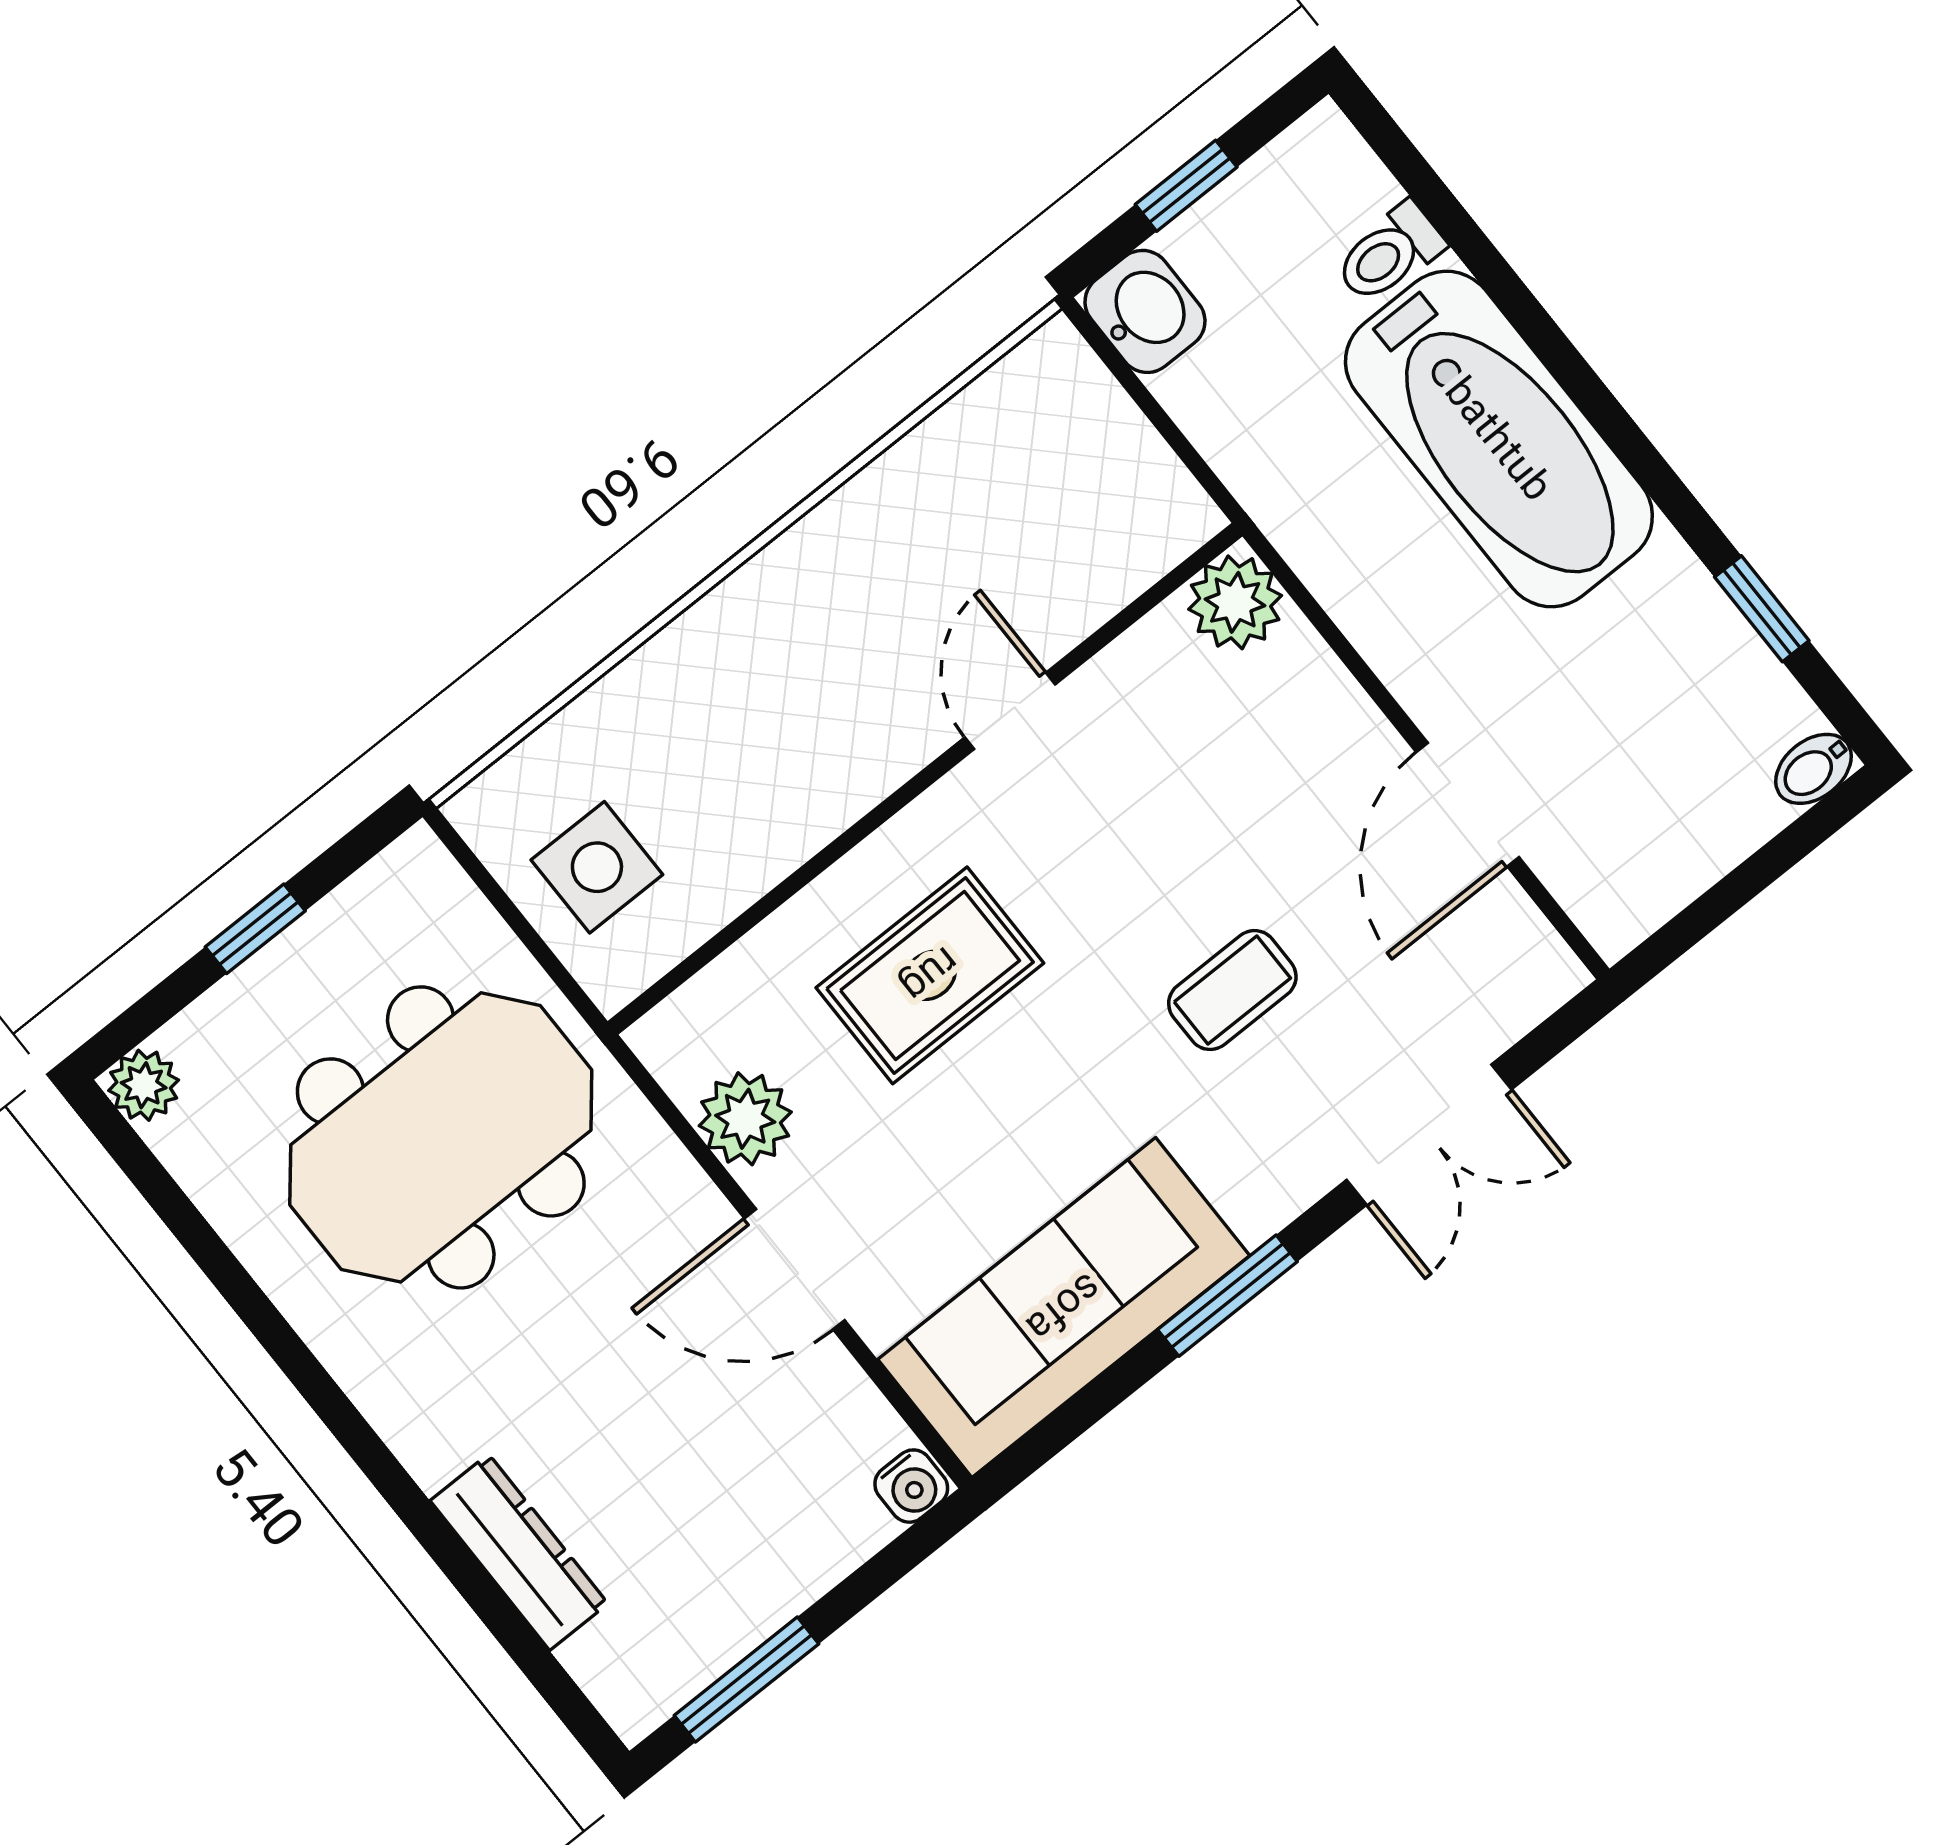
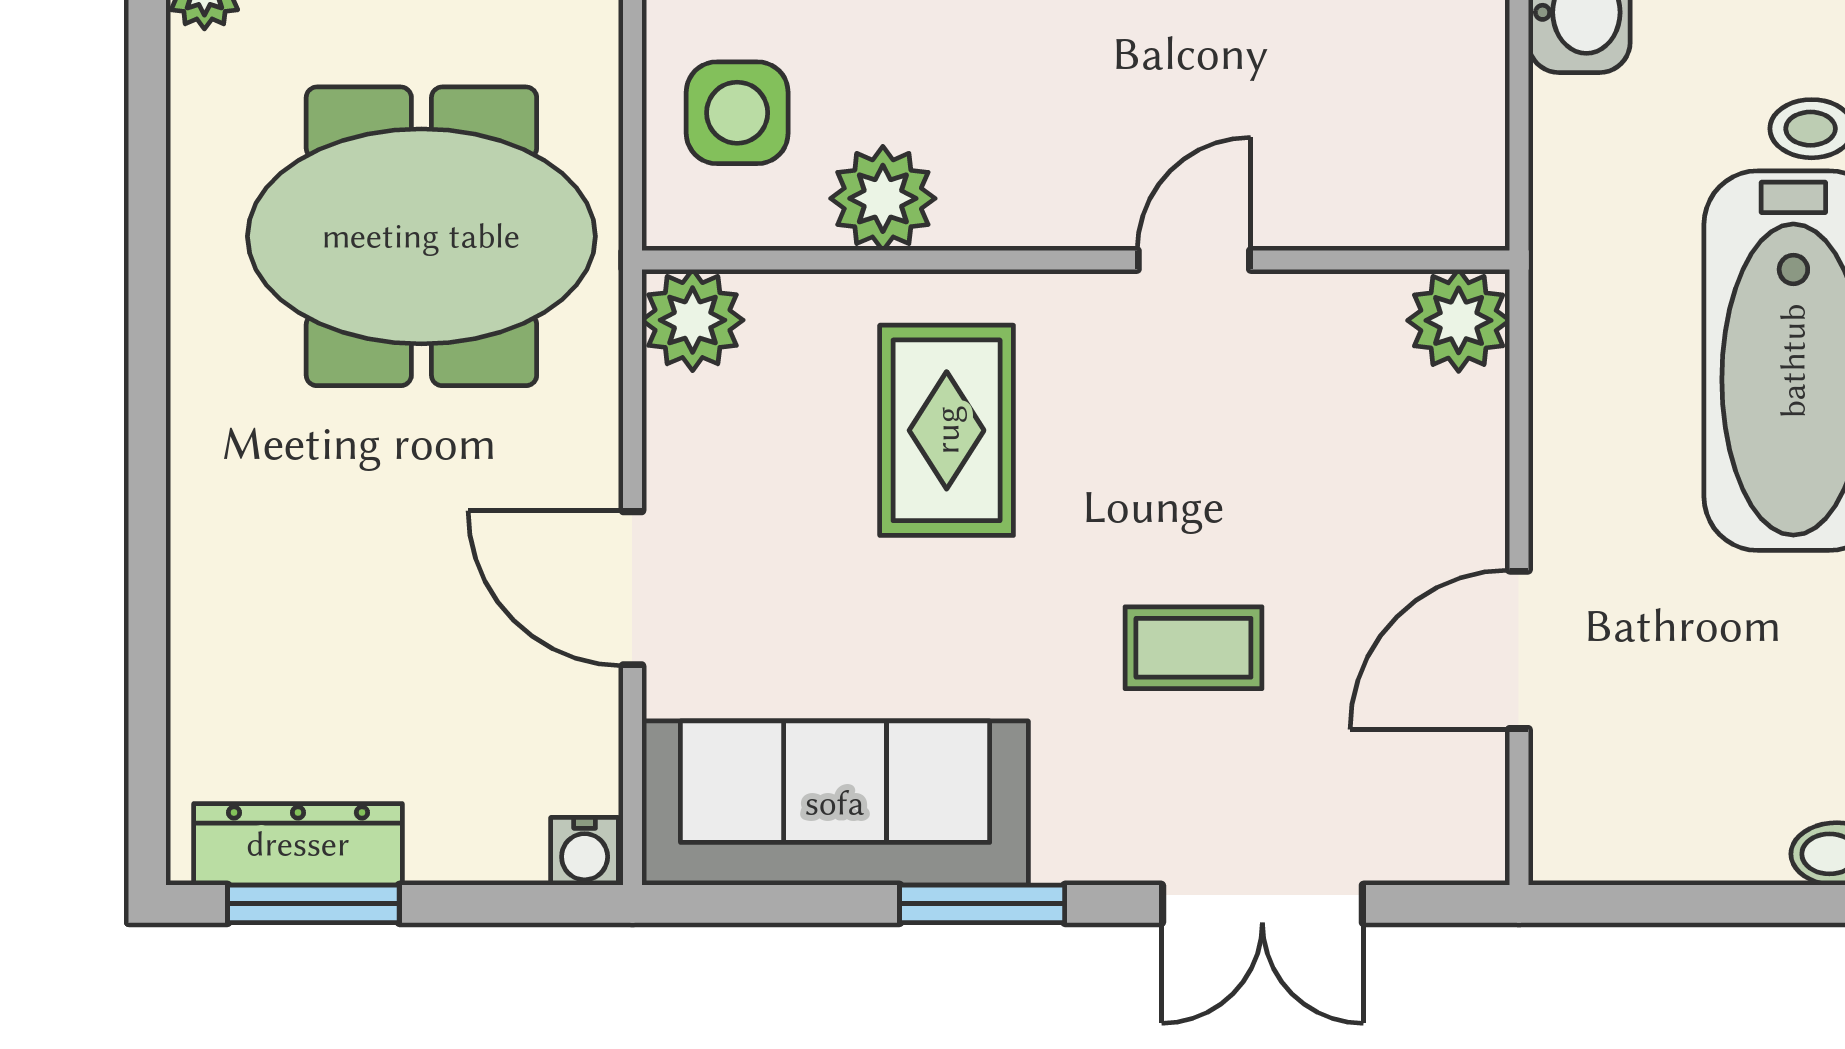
plant: (751, 845) -> (883, 198), added
rug: (930, 975) -> (947, 430), turned 90
plant: (745, 1119) -> (693, 320), moved
dresser: (519, 1552) -> (298, 844), moved, turned -90

